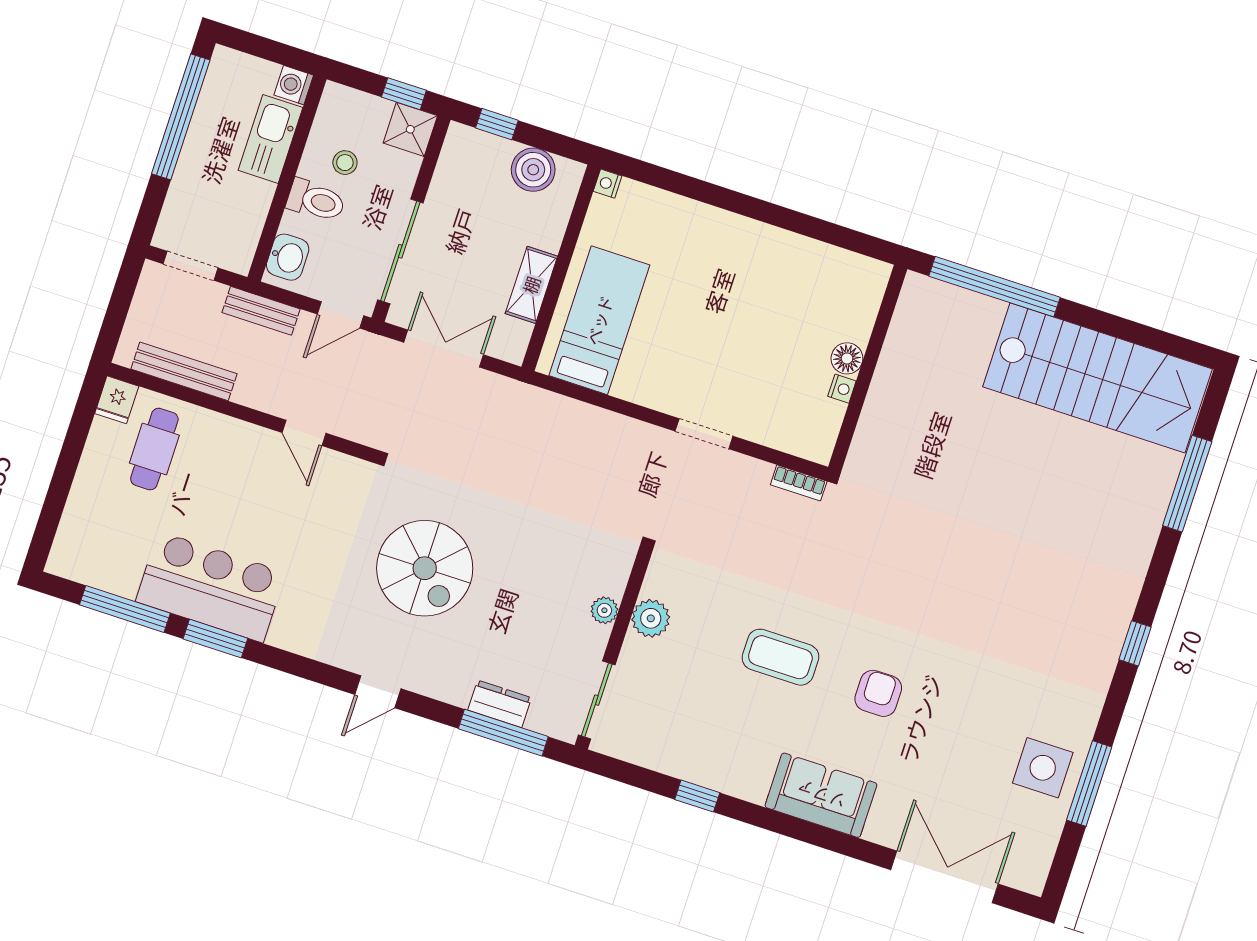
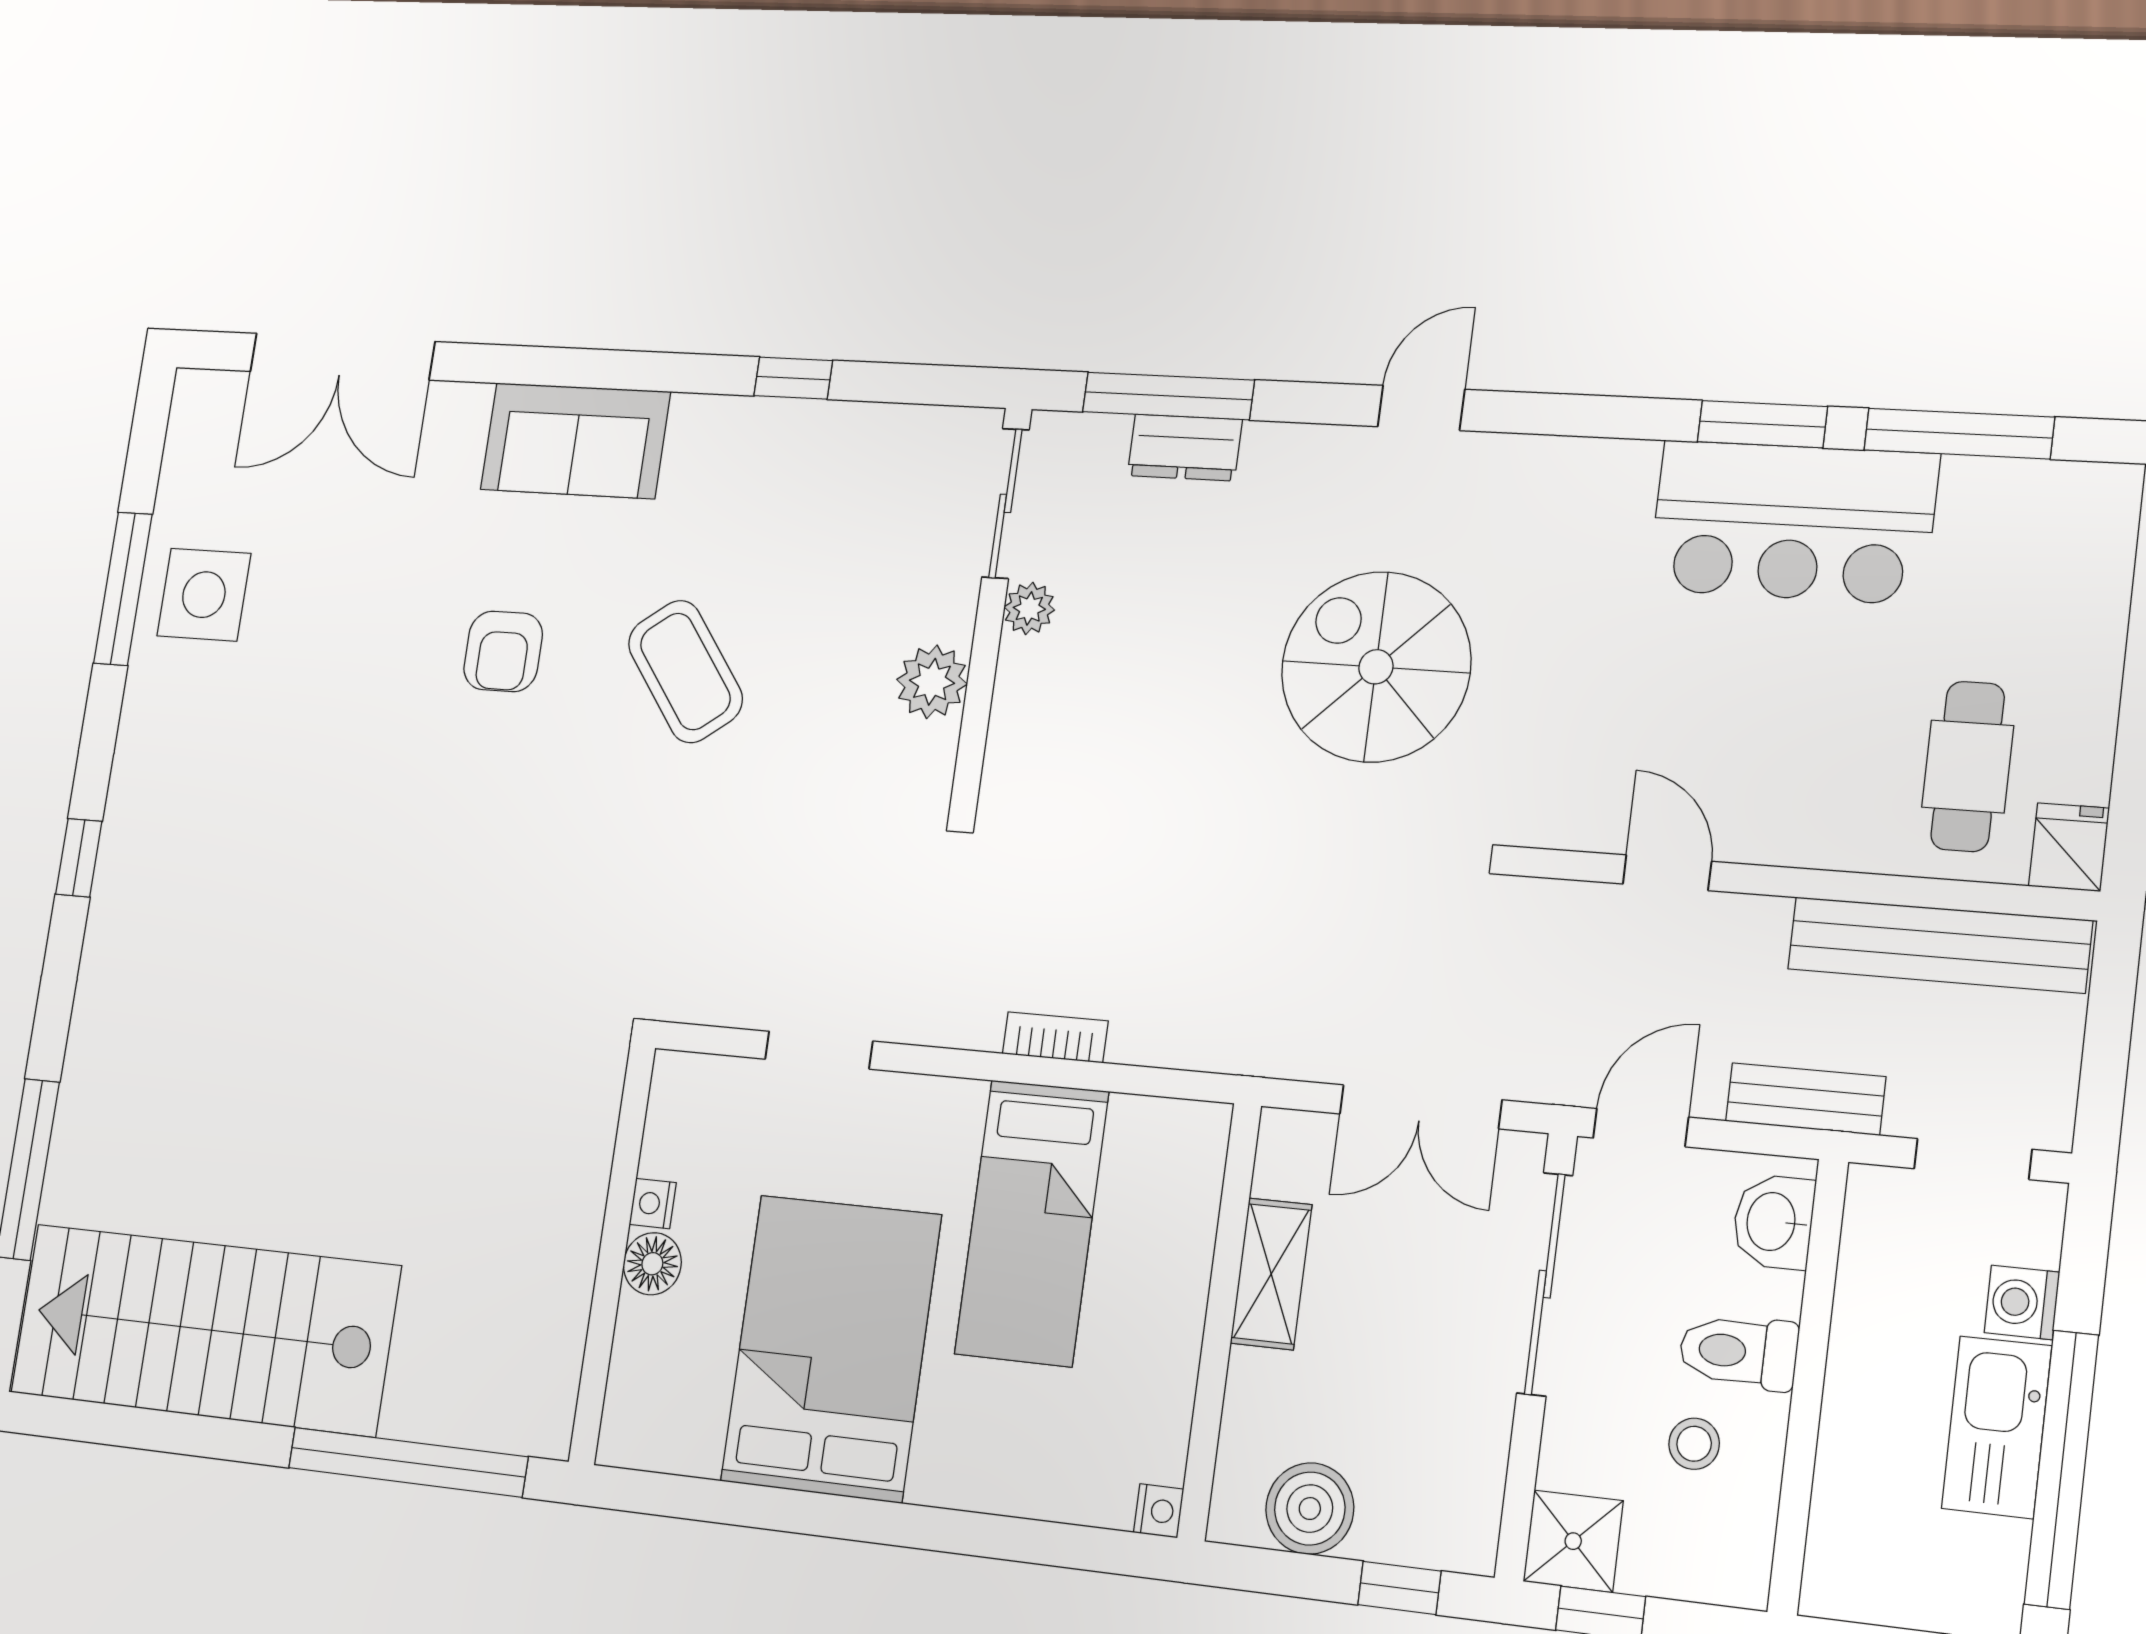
washing machine: (294, 85) -> (2022, 1302), moved, turned 180
kitchen sink: (270, 139) -> (1997, 1427), moved, turned 180
bed: (760, 296) -> (831, 1348), added
bed: (599, 320) -> (1032, 1223), moved
bench: (184, 371) -> (1939, 945), width x1.37, depth x1.21
doorway: (704, 434) -> (819, 1050), moved
bookcase: (799, 483) -> (1055, 1037), moved
plant: (604, 610) -> (1029, 608), moved
coffee table: (780, 657) -> (685, 671), turned 53

